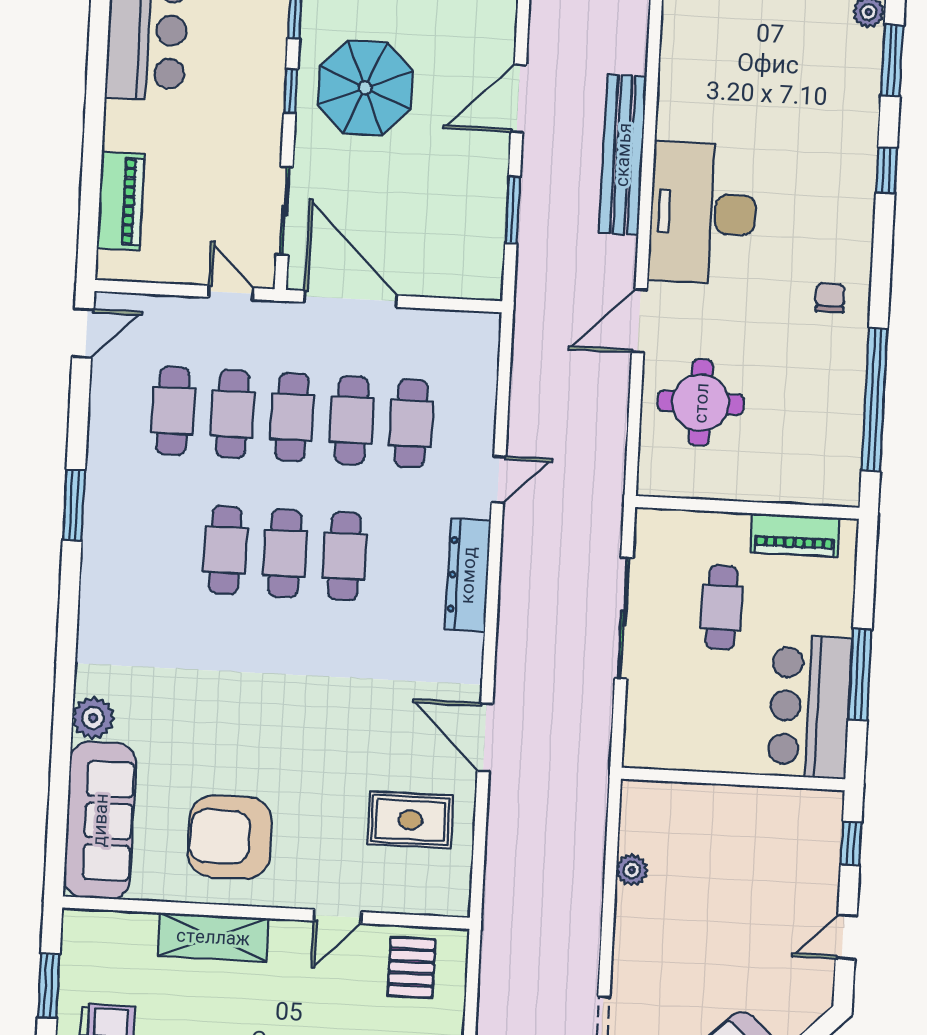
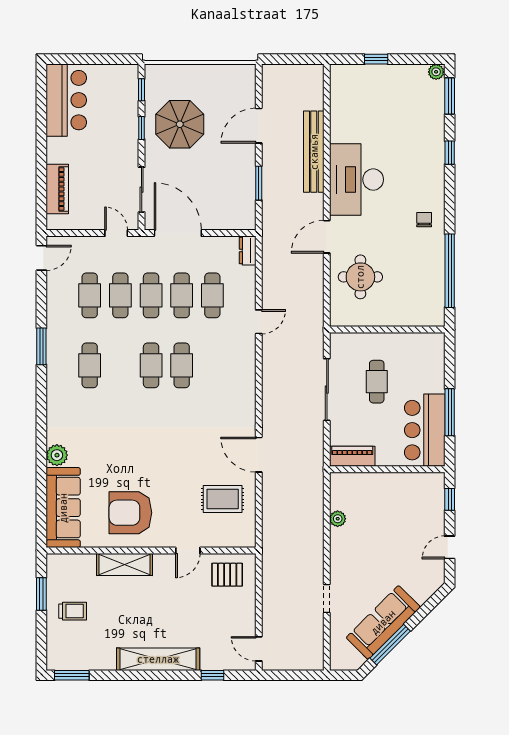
piano: (795, 535) -> (352, 456), moved, turned 180
cafe table: (225, 550) -> (90, 365), moved
dresser: (468, 575) -> (248, 251), moved, width x0.51, depth x0.80
pallet: (411, 967) -> (227, 575), turned 90

